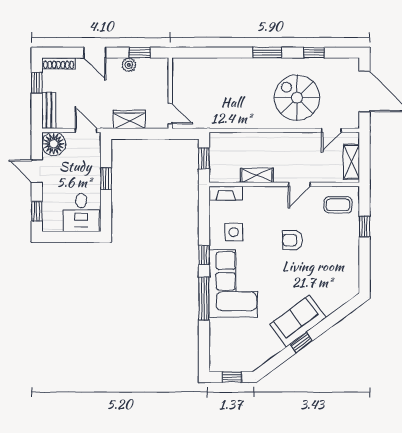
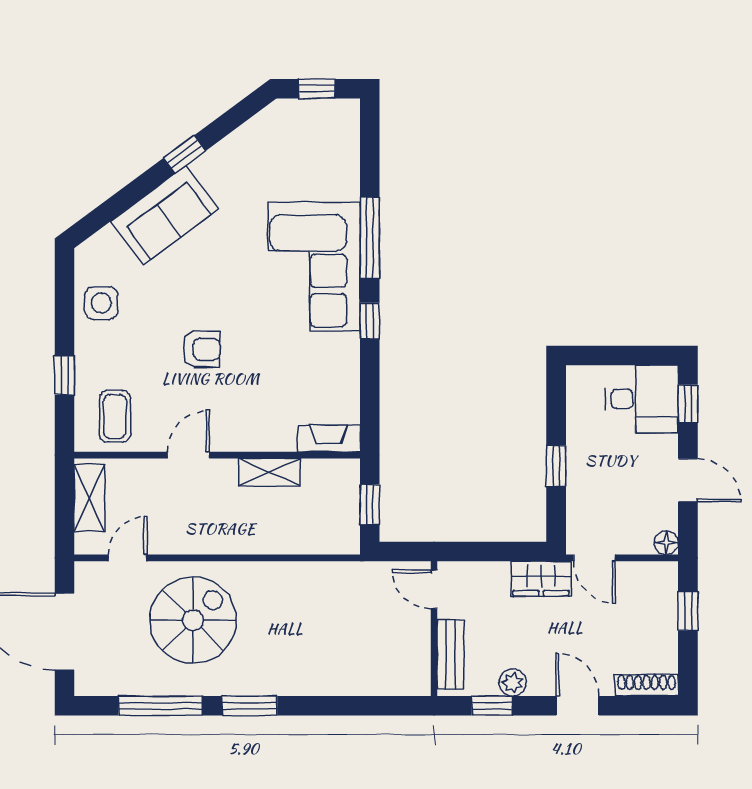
window: (314, 53) -> (161, 706), width x2.17
window: (37, 83) -> (688, 611), moved
spiral stairs: (297, 98) -> (193, 620), turned -90
bench: (49, 110) -> (451, 654), moved
wardrobe: (129, 119) -> (541, 579), moved
floor lamp: (54, 144) -> (666, 543), width x0.53, depth x0.53
coffee table: (338, 205) -> (115, 416), turned 90
desk: (81, 213) -> (642, 399), moved, turned 90
side table: (234, 232) -> (101, 303), moved
sofa: (298, 321) -> (165, 215), moved

